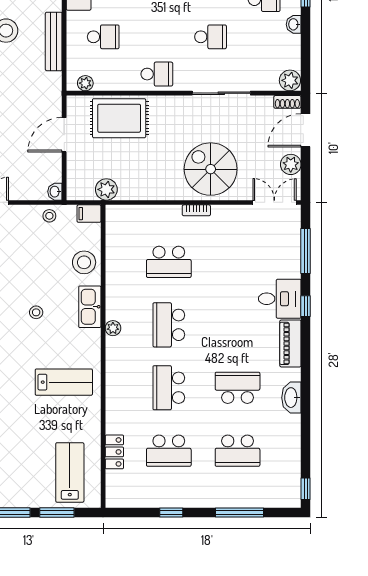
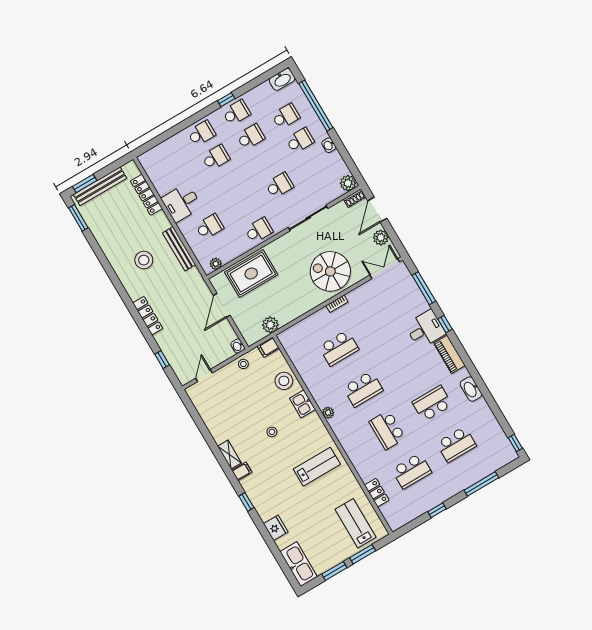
kitchen sink: (90, 307) -> (303, 404), width x0.73
school desk: (169, 325) -> (363, 389), turned -90

